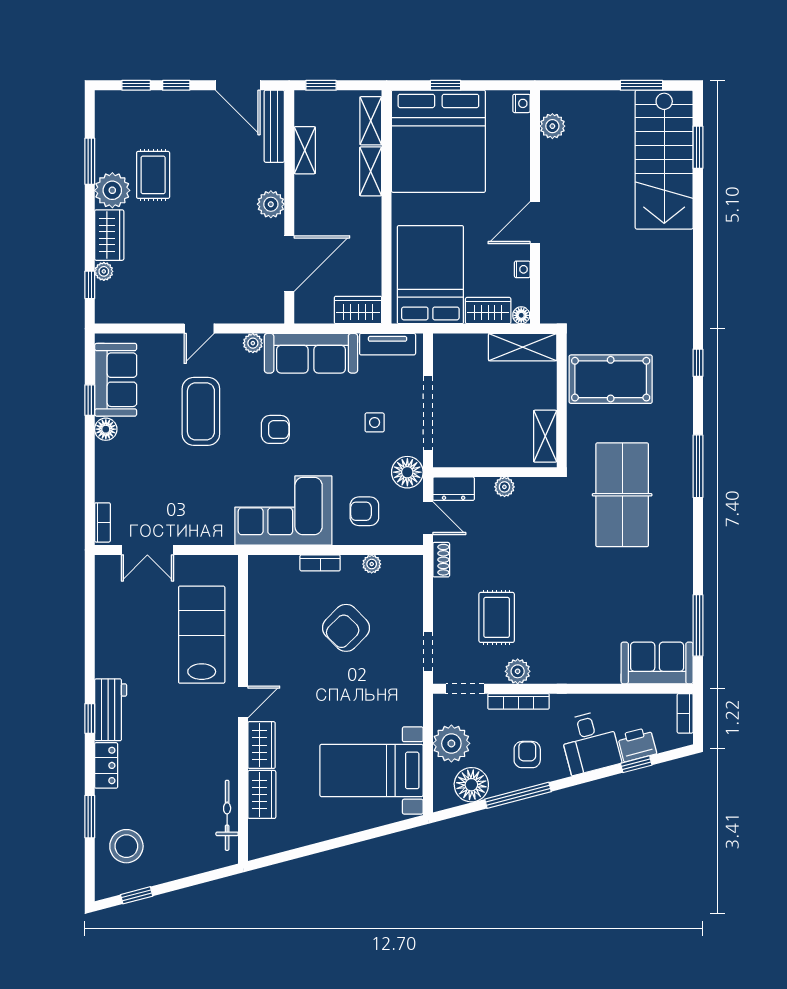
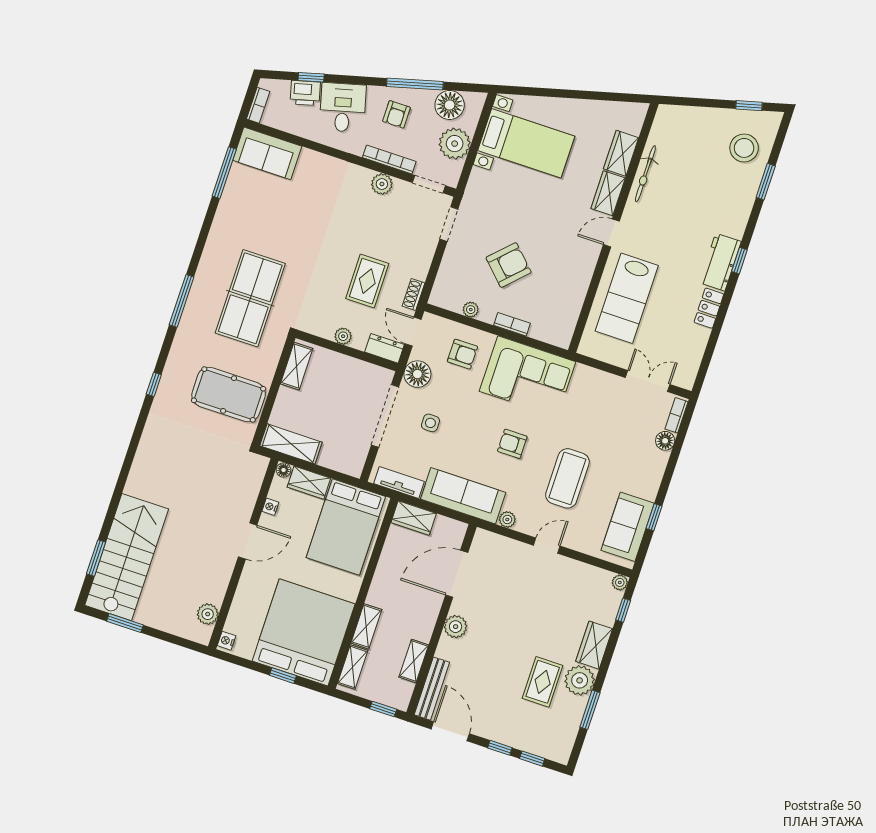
plant: (104, 271) -> (620, 582), moved
floor lamp: (106, 429) -> (665, 441), moved
rug: (497, 617) -> (367, 281), moved
locker: (106, 765) -> (709, 308), moved
bicycle: (227, 815) -> (645, 174), moved

